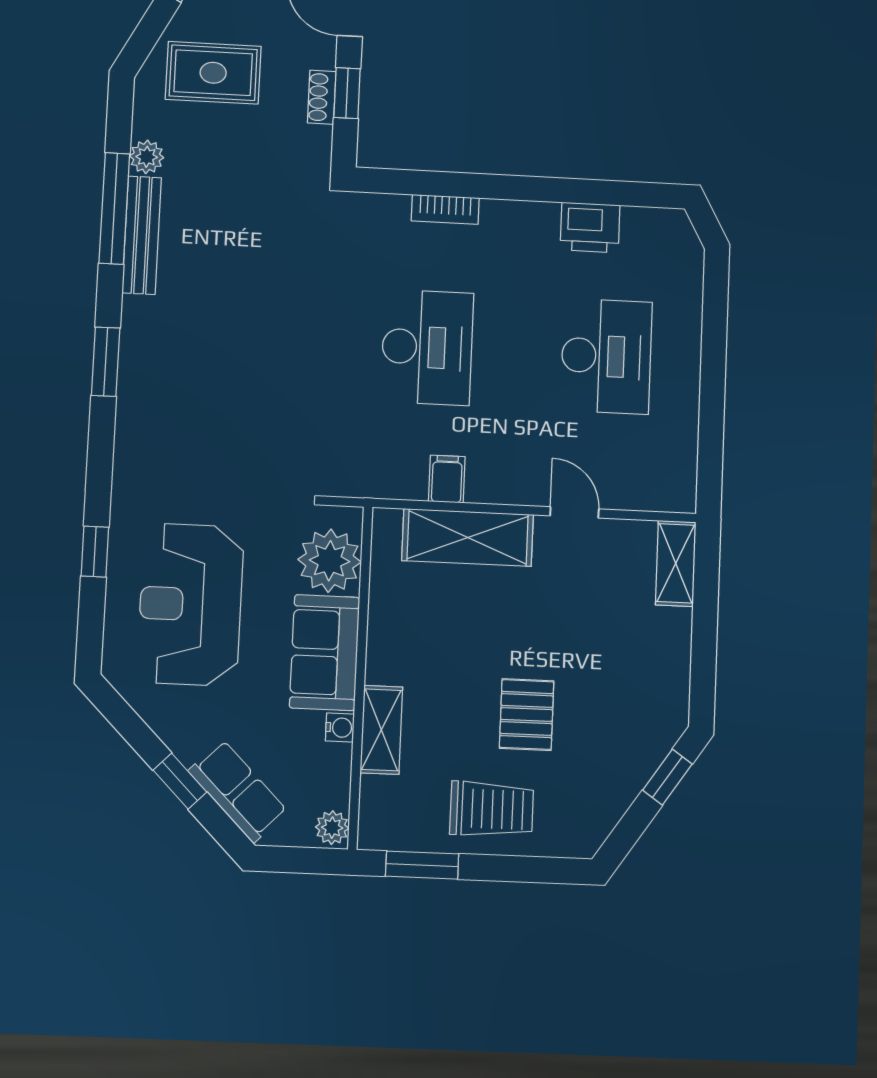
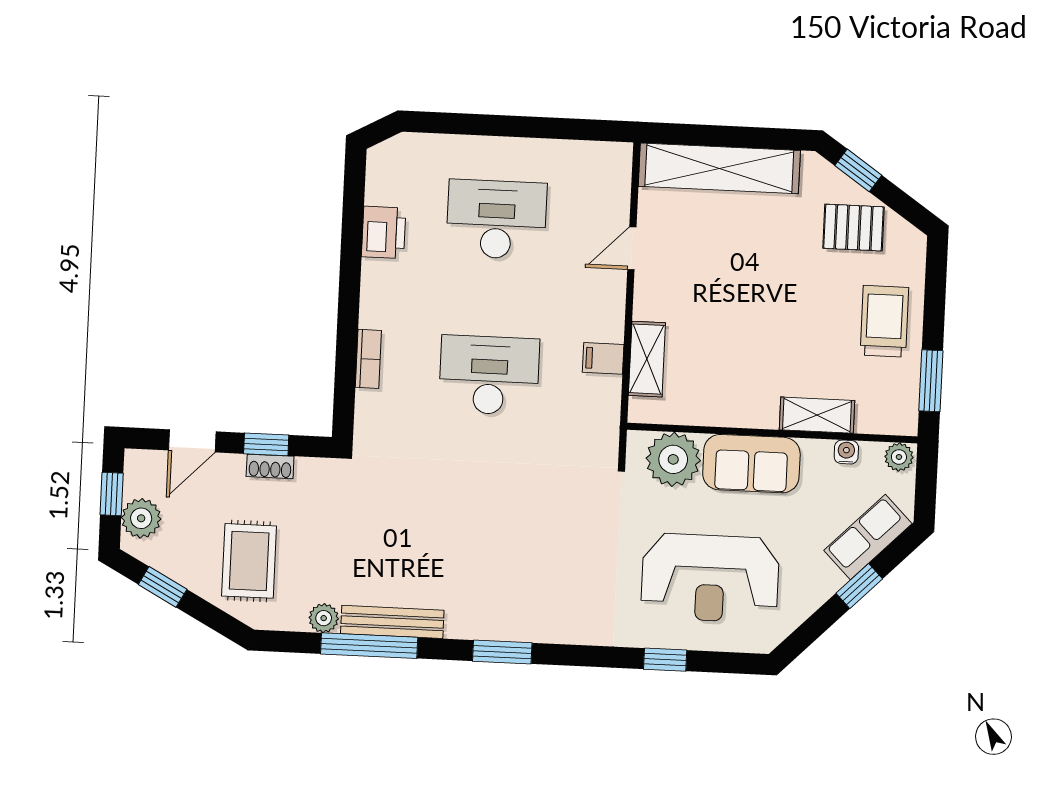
shelving: (468, 537) -> (647, 359), width x0.67, depth x0.75
shelving: (676, 563) -> (719, 168), width x2.20, depth x1.33
pallet: (527, 715) -> (853, 228), moved
water cooler: (340, 728) -> (846, 452), moved

